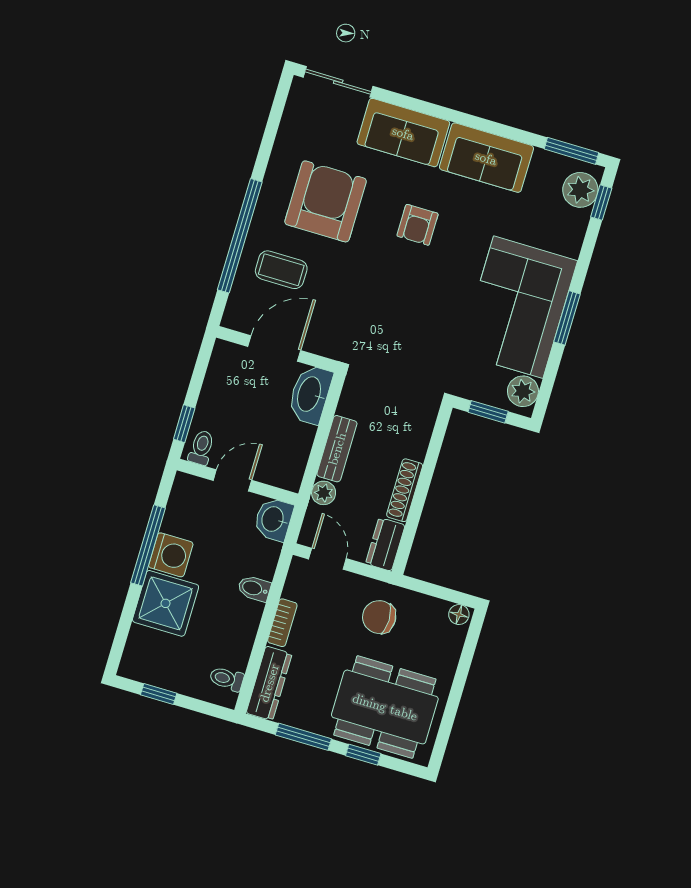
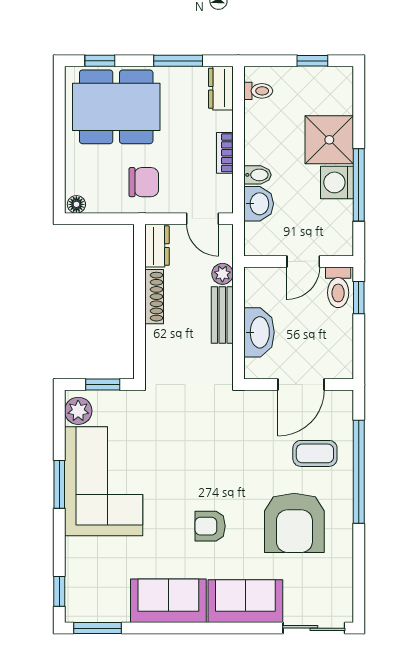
plant: (580, 190) -> (80, 597), removed
armchair: (418, 225) -> (210, 526), turned -90
washbasin: (310, 394) -> (259, 332), moved
toilet: (201, 448) -> (338, 287), width x1.37, depth x1.39
washbasin: (273, 519) -> (259, 204), moved
dresser: (269, 683) -> (221, 88), width x0.70
window: (363, 755) -> (100, 61), moved

